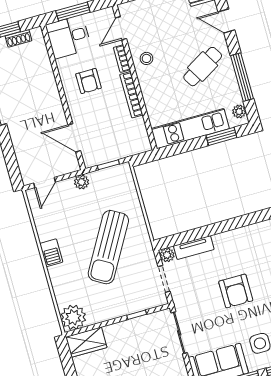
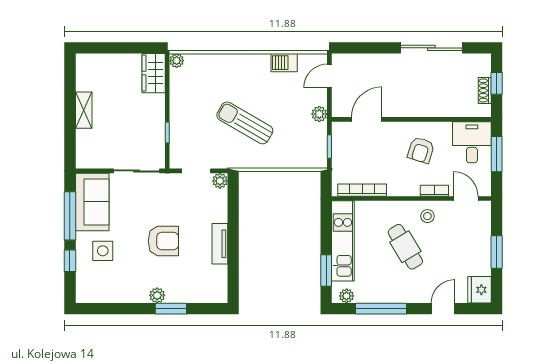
cafe table: (203, 67) -> (405, 247), moved
armchair: (88, 81) -> (421, 150), turned -73
bookcase: (131, 95) -> (362, 190), moved
door: (45, 183) -> (329, 76), hinge flipped
sun lounger: (108, 247) -> (245, 123), width x0.73, depth x0.75
tv unit: (194, 248) -> (220, 244), moved
barbecue: (51, 253) -> (284, 63), moved
armchair: (236, 291) -> (163, 241), turned 180
plant: (73, 317) -> (177, 61), width x0.53, depth x0.53

